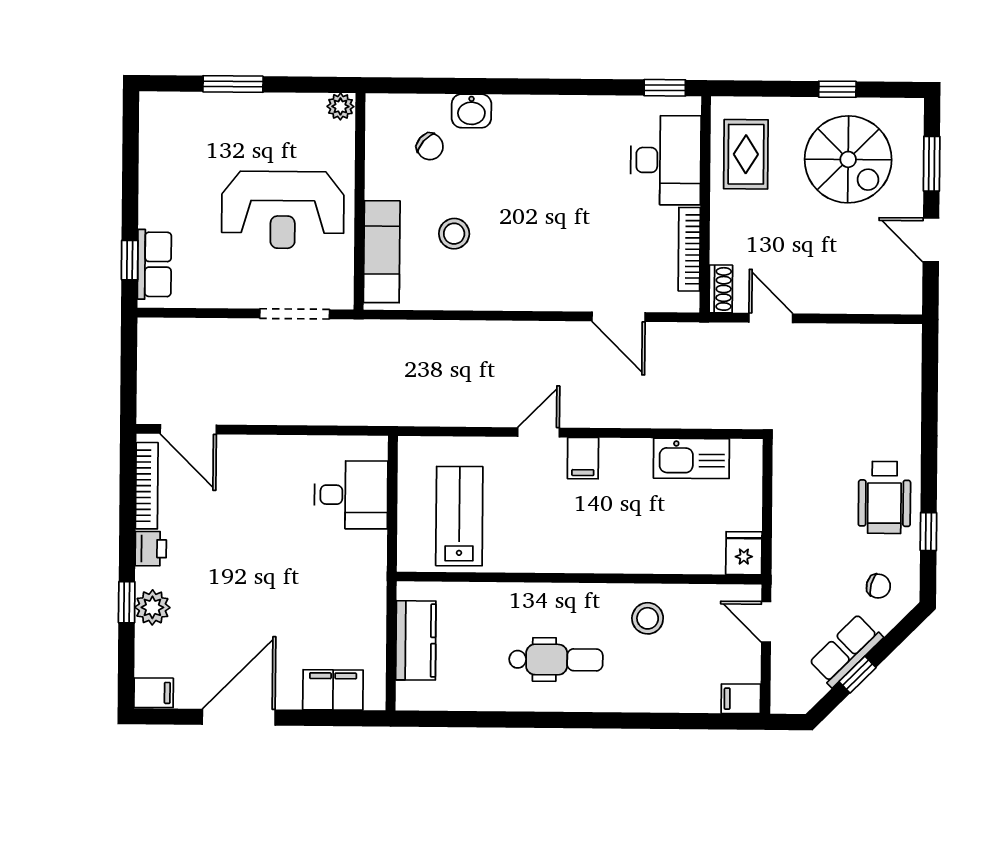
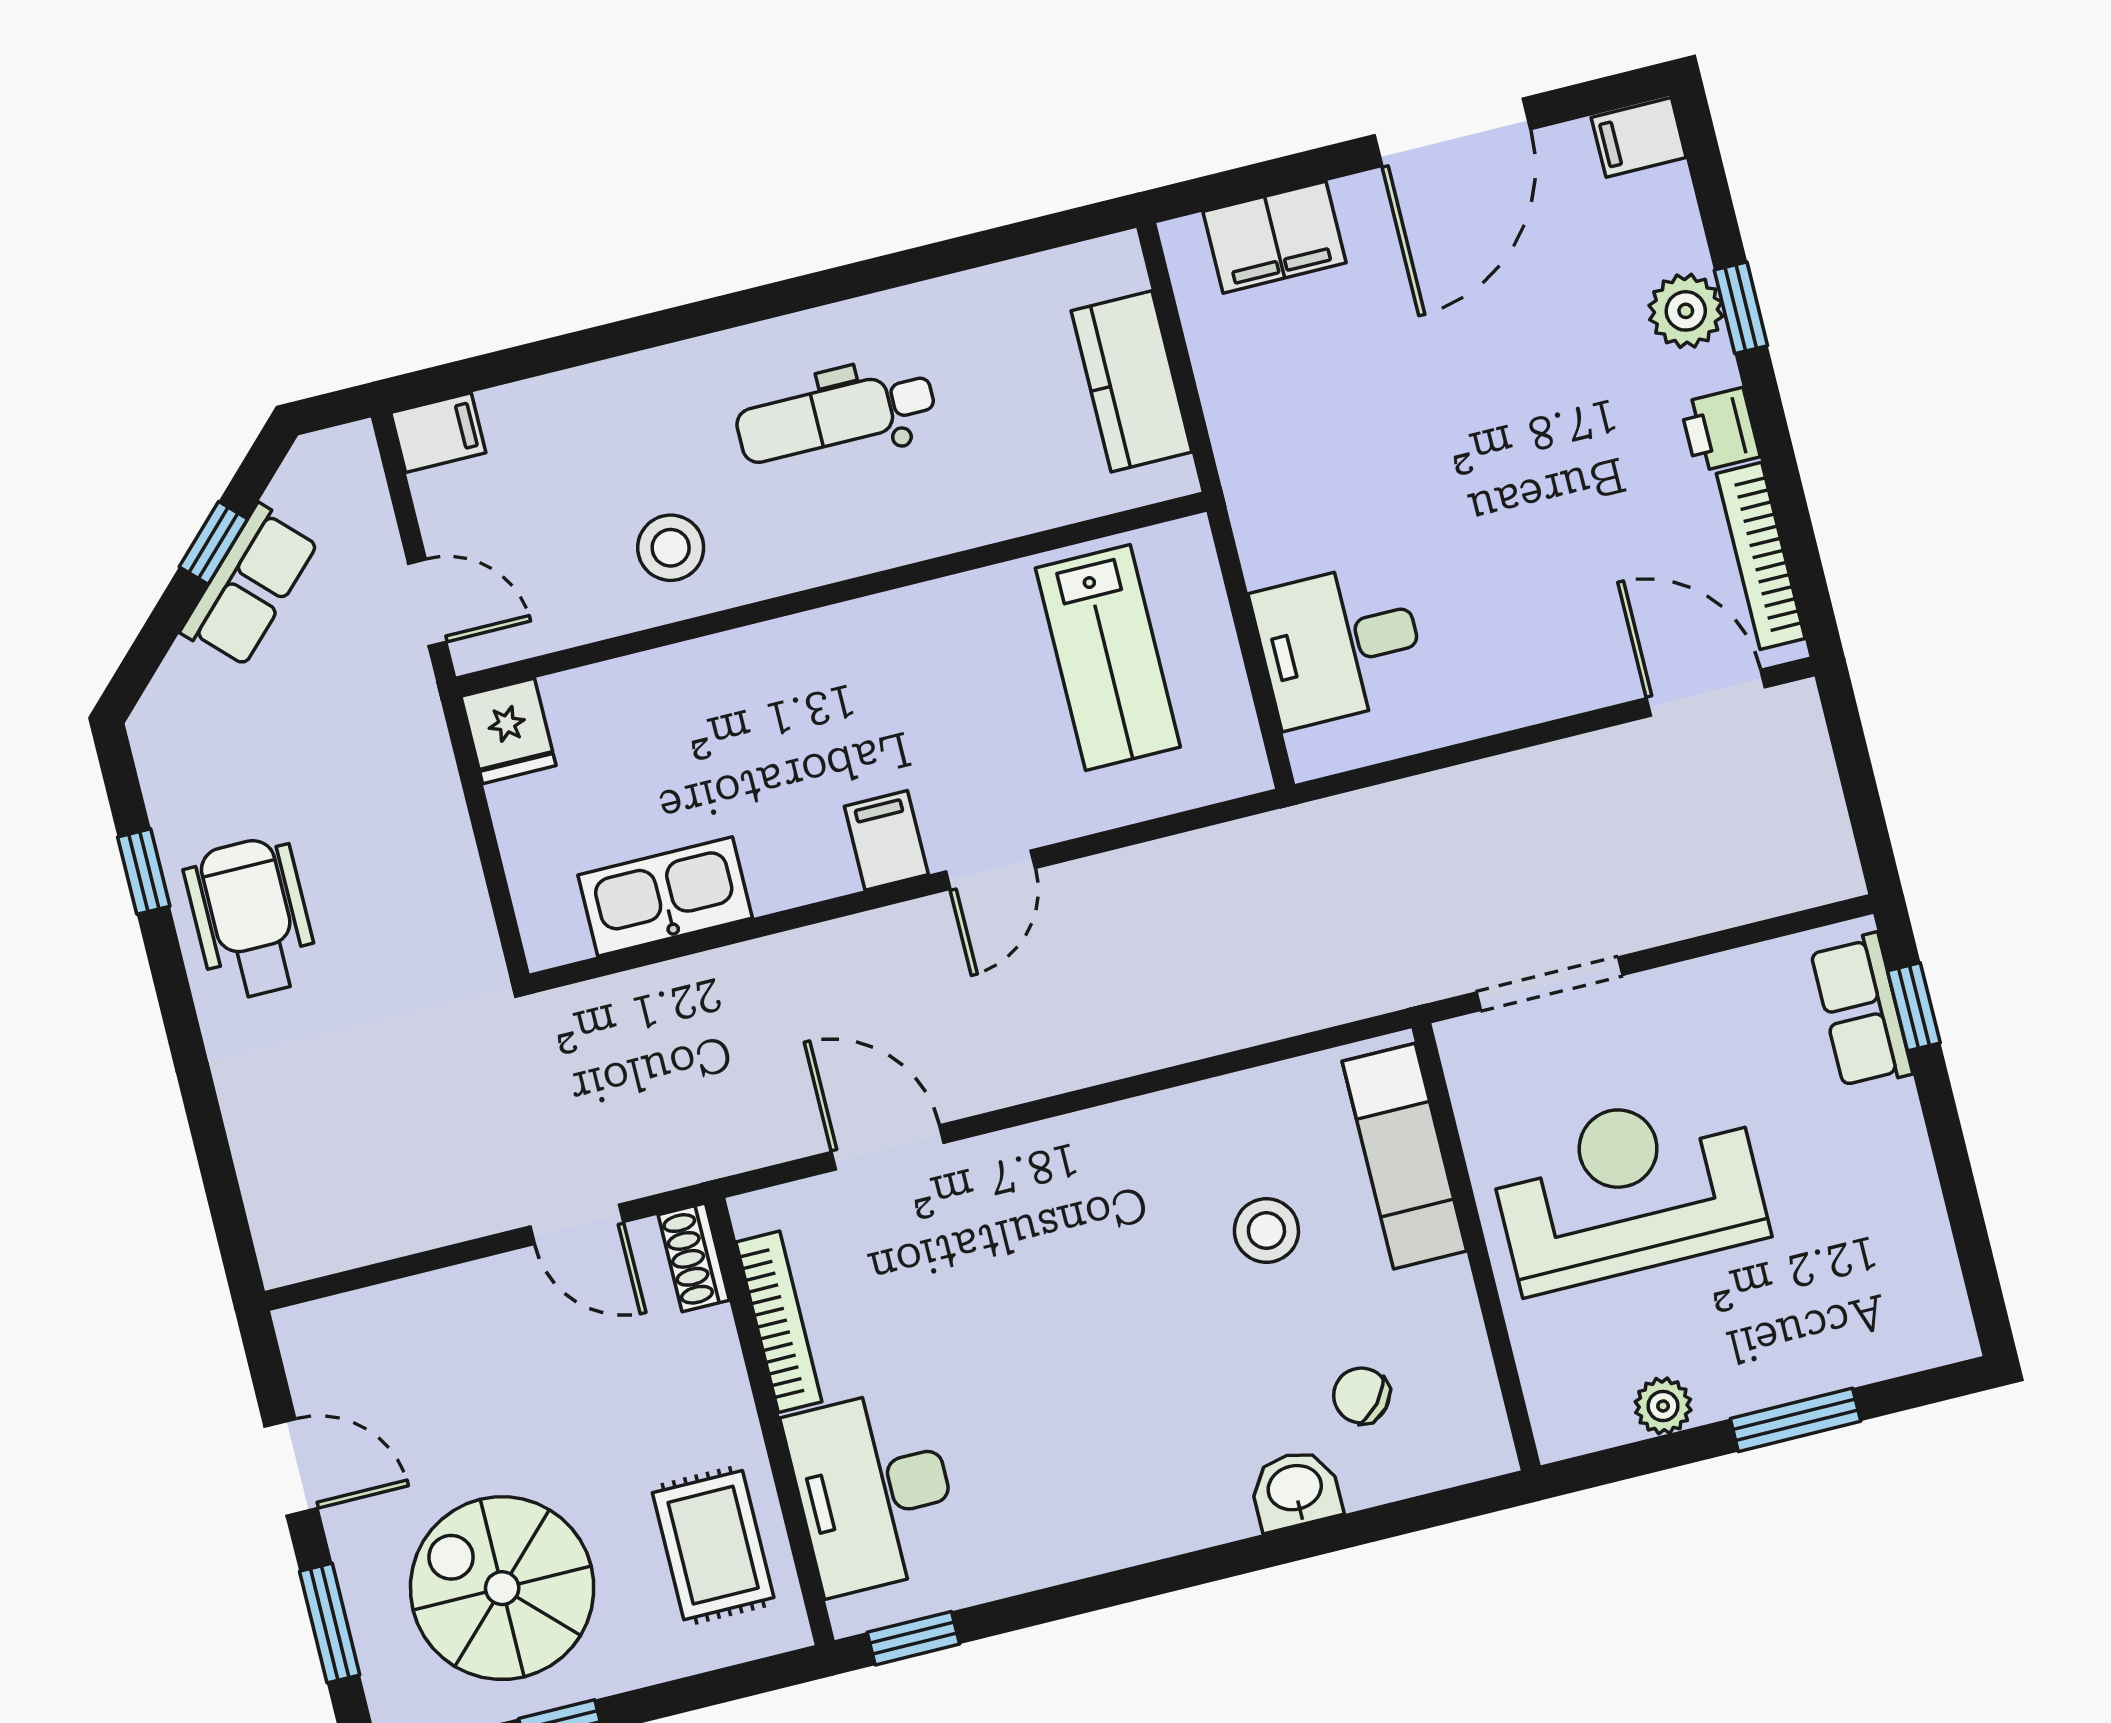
plant: (340, 106) -> (1663, 1406), moved
chair: (878, 586) -> (217, 734), removed

